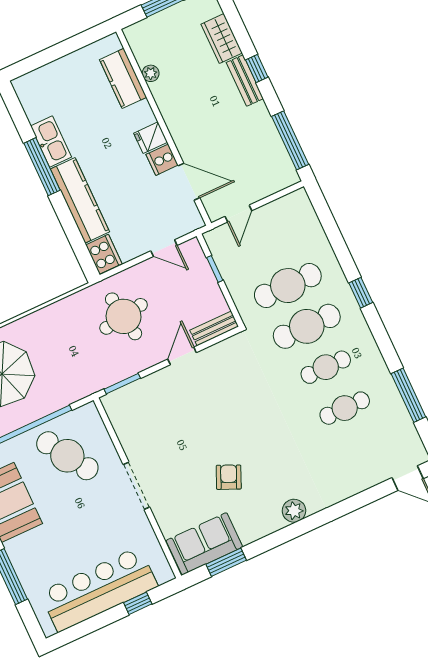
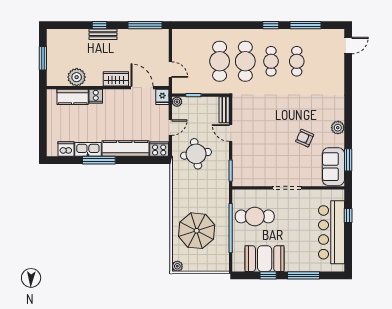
wardrobe: (222, 39) -> (116, 79), moved, turned 180
plant: (151, 73) -> (77, 77), width x1.88, depth x1.88
dishwasher: (35, 106) -> (66, 149), added
fridge: (151, 138) -> (162, 97), moved
cooker: (162, 160) -> (96, 96), moved
door: (189, 182) -> (142, 88), hinge flipped
door: (164, 248) -> (170, 128), moved
plant: (192, 248) -> (177, 102), added
window: (361, 293) -> (271, 25), moved
cafe table: (67, 456) -> (255, 216), turned 32
plant: (294, 511) -> (338, 128), moved

